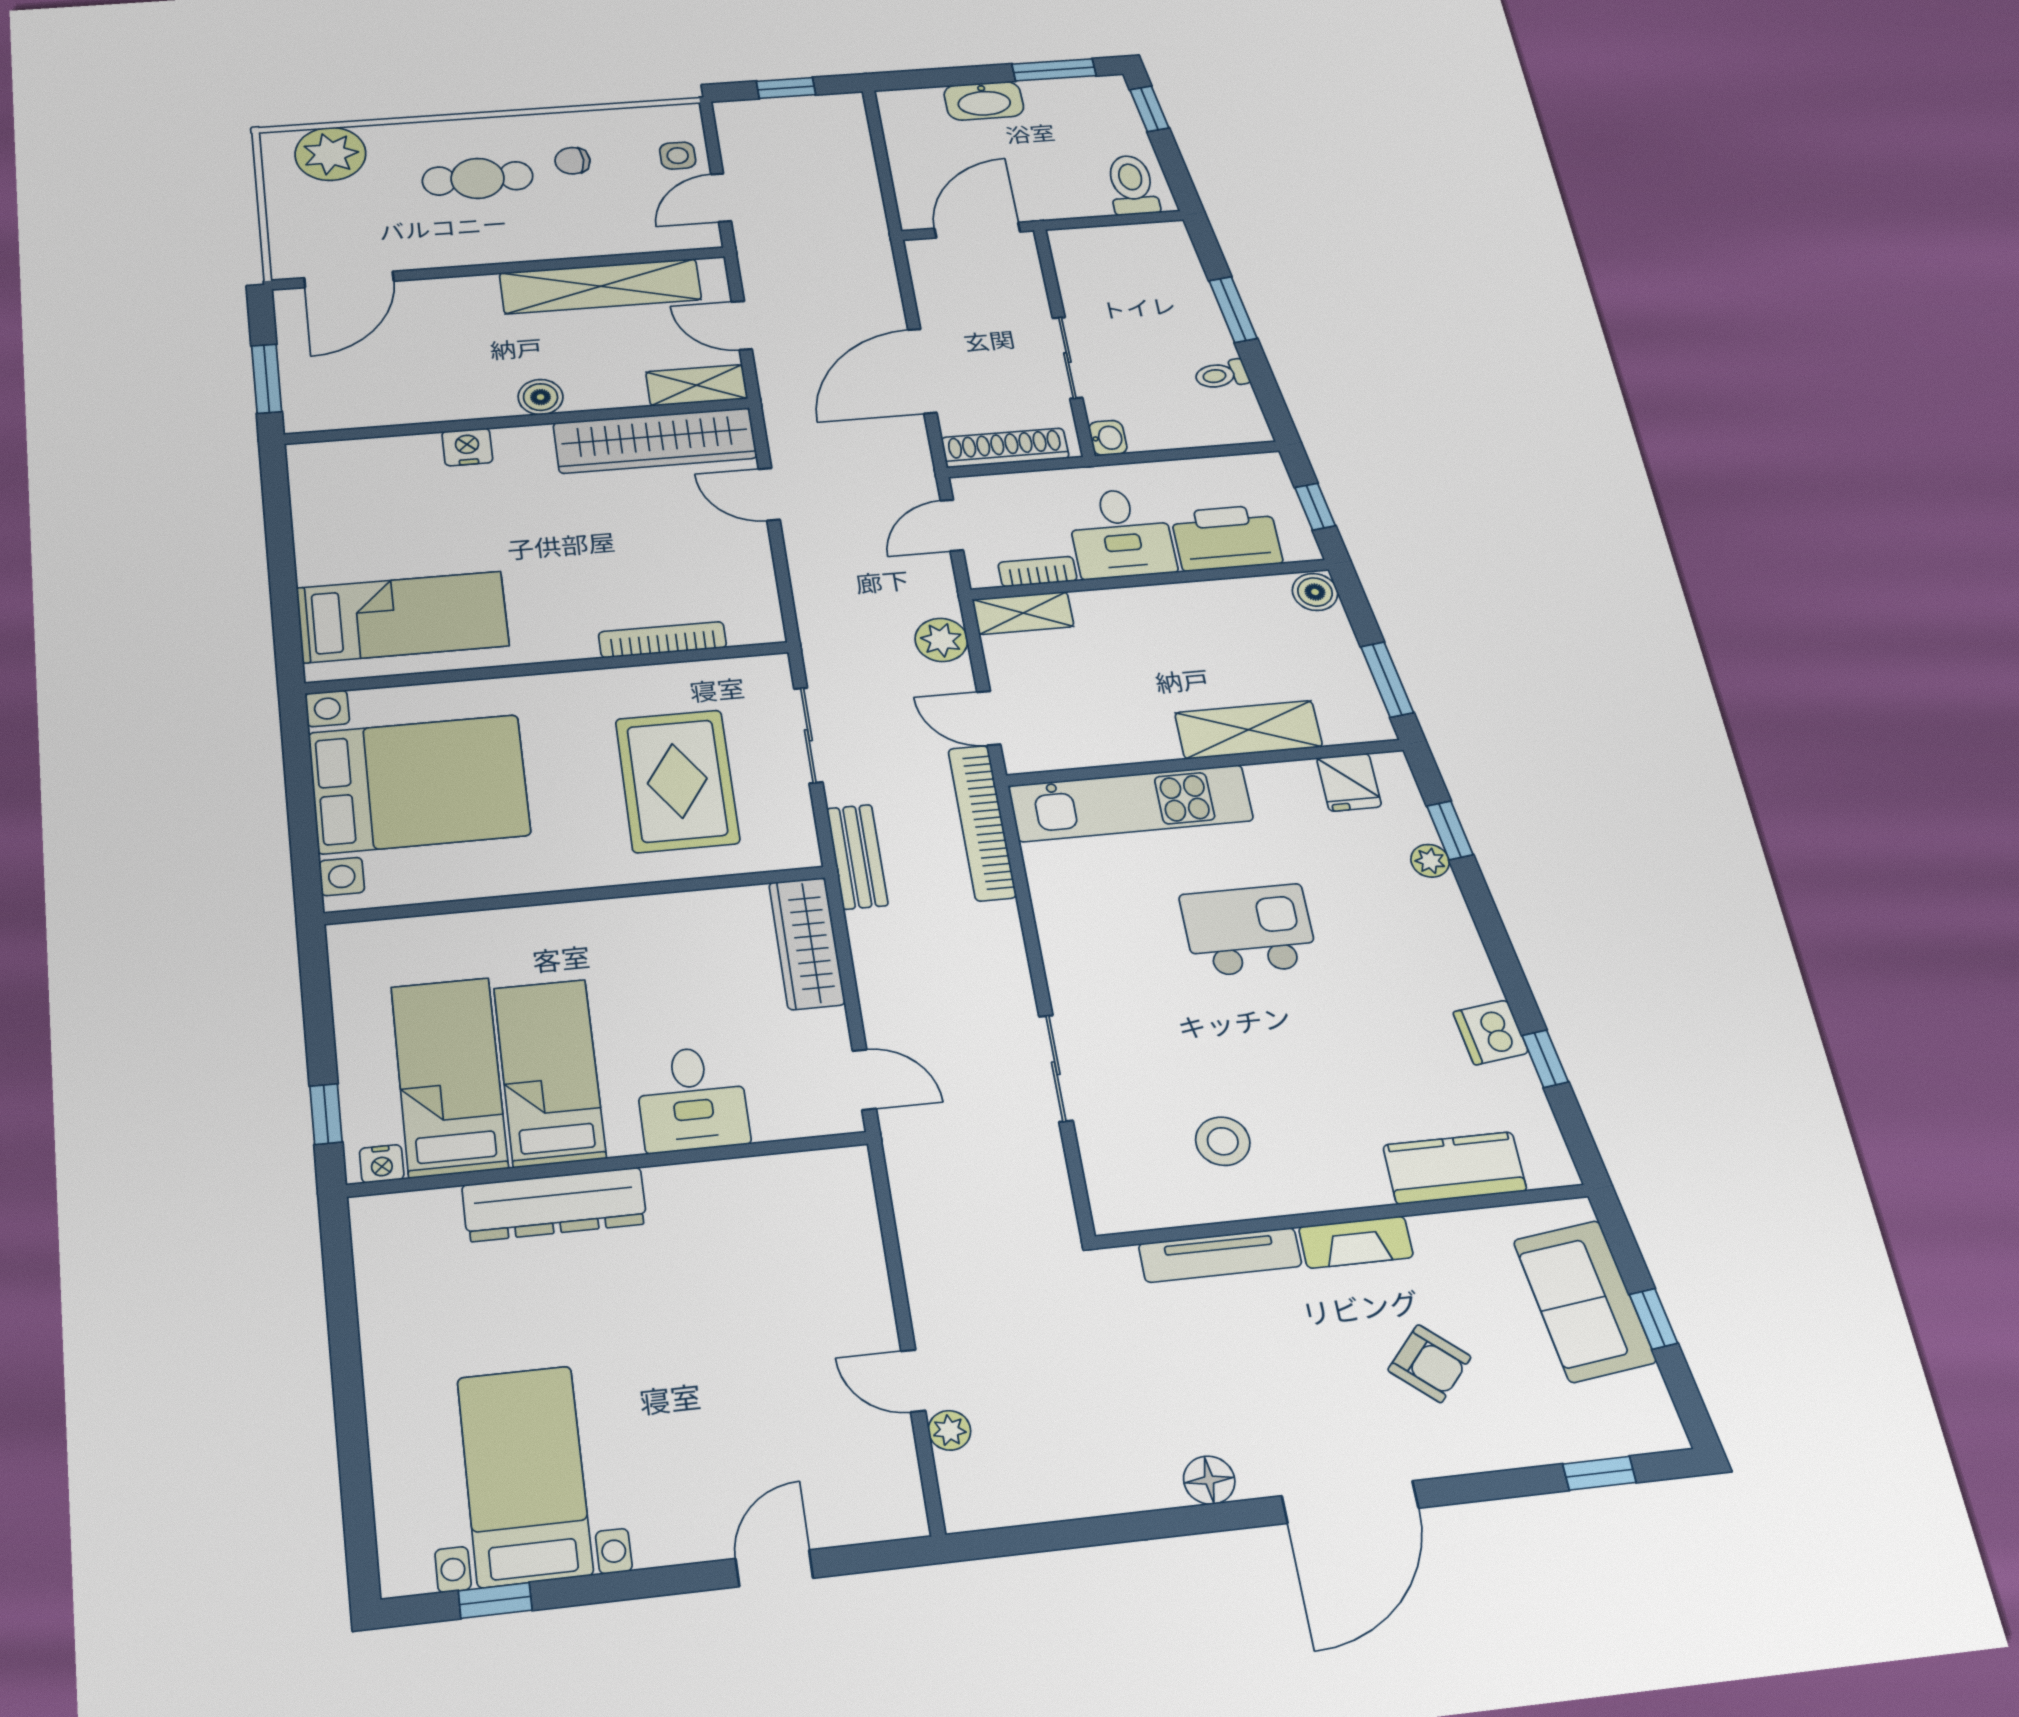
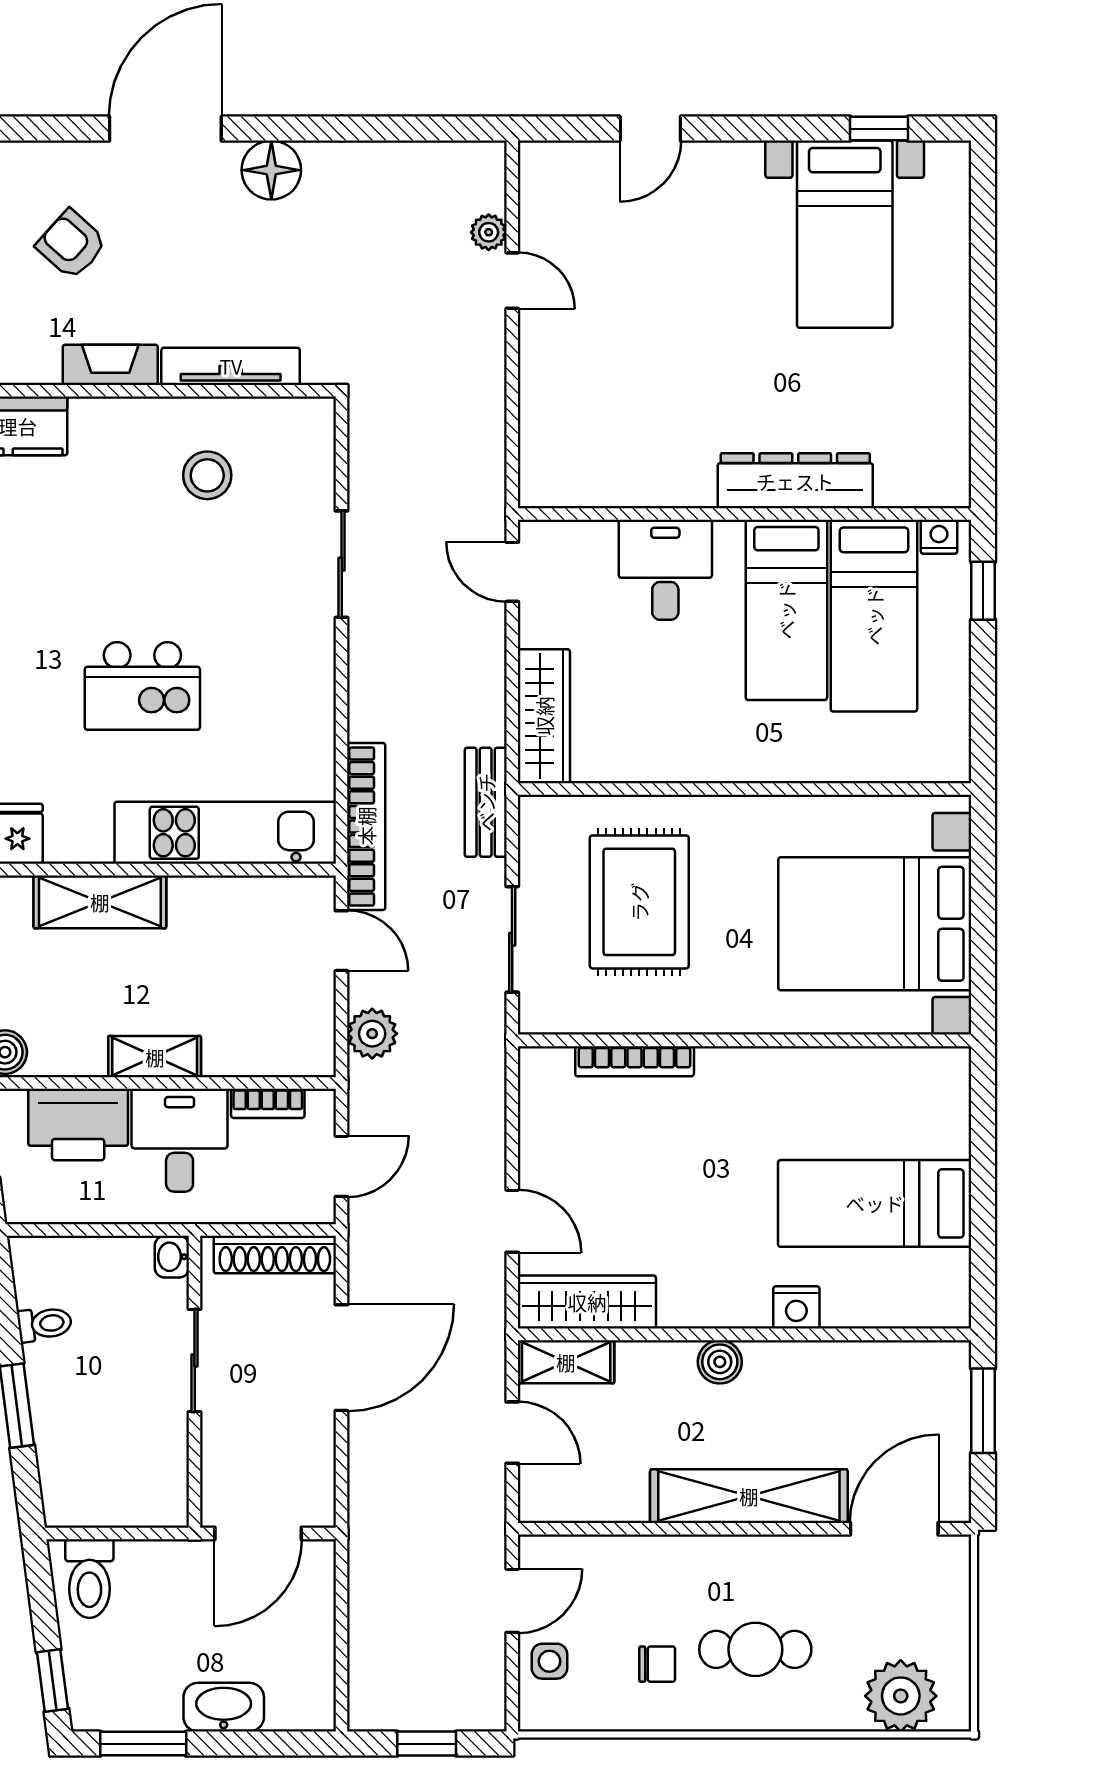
shelving: (600, 286) -> (749, 1496), moved
wardrobe: (655, 441) -> (587, 1302), width x0.71, depth x0.85
shelving: (1023, 613) -> (155, 1057), moved
bed: (403, 617) -> (875, 1203), moved
floor lamp: (1209, 1480) -> (271, 170), width x1.38, depth x1.38

